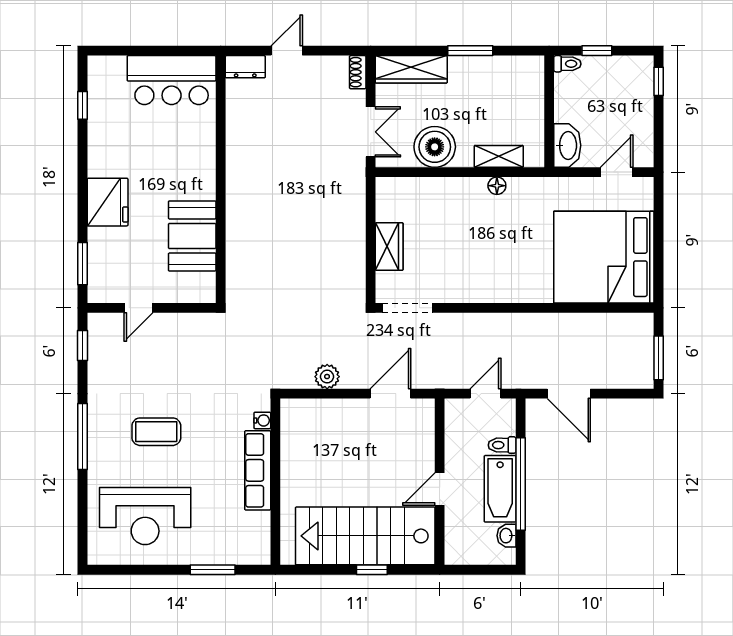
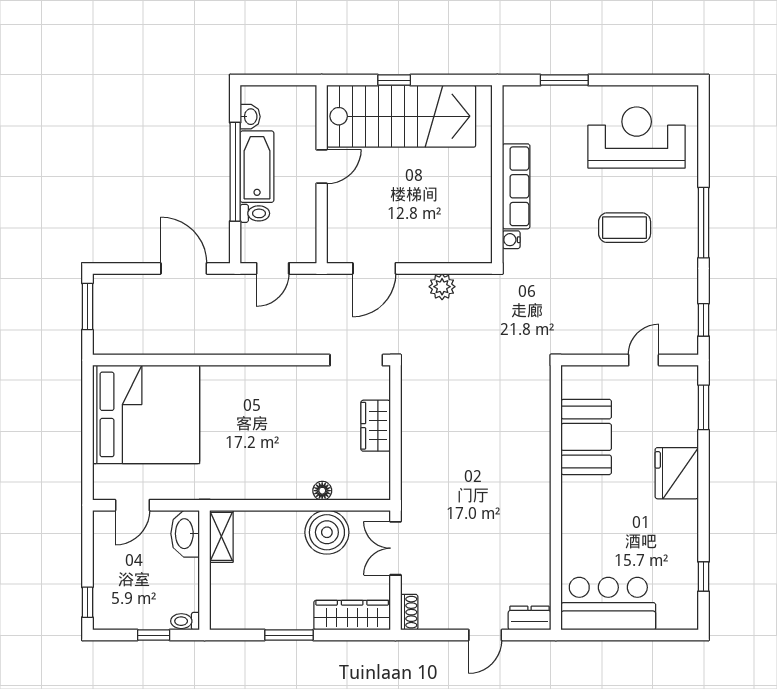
shelving: (499, 156) -> (221, 536), moved, turned 90
floor lamp: (497, 186) -> (322, 491), moved

